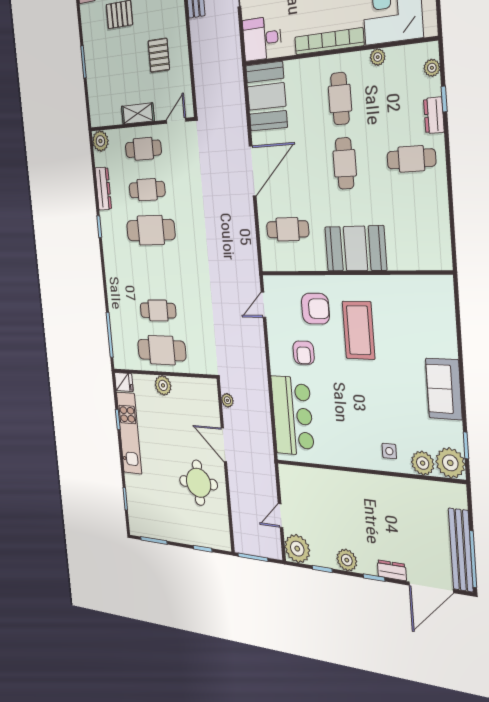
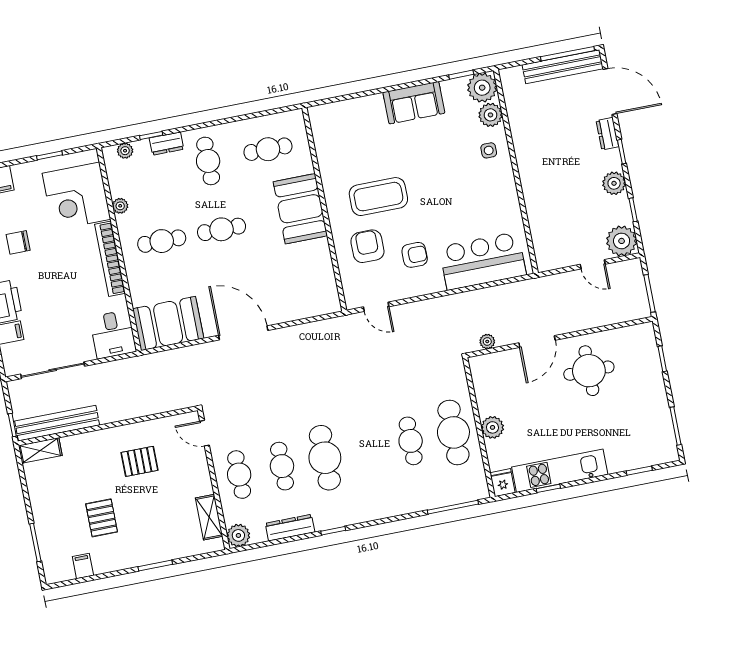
shelving: (138, 114) -> (209, 517), moved
cafe table: (288, 229) -> (268, 149), moved, turned 90

